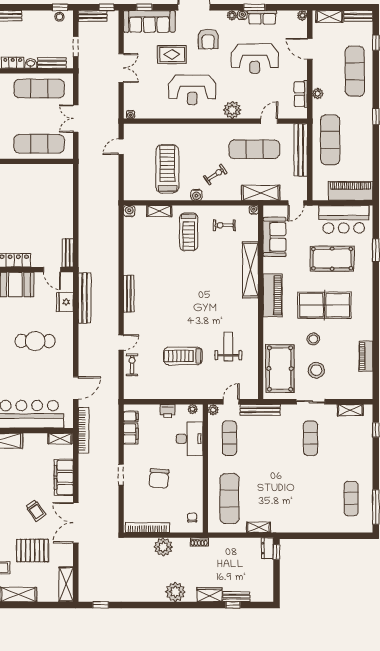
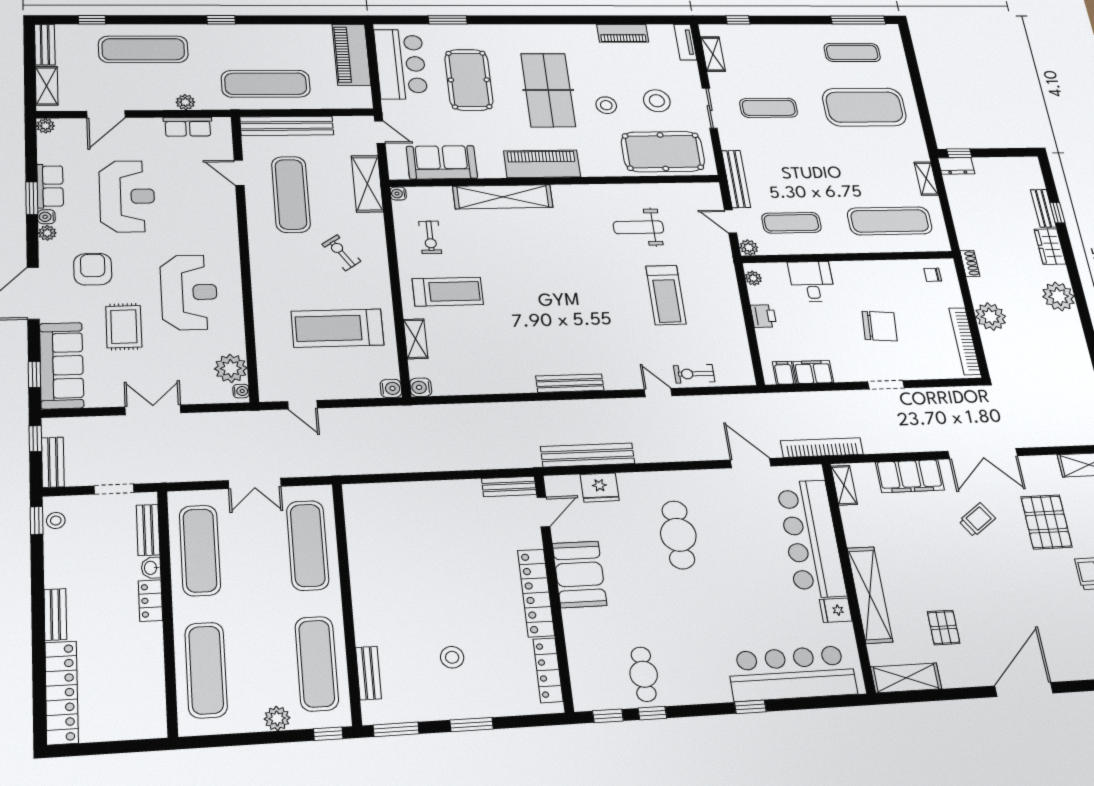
armchair: (208, 39) -> (93, 269), turned -90
plant: (232, 110) -> (231, 368), moved
water cooler: (196, 195) -> (391, 388), moved
tv unit: (359, 394) -> (685, 42), added
desk: (190, 439) -> (812, 282), width x0.73
exercise mat: (311, 499) -> (864, 107), added

